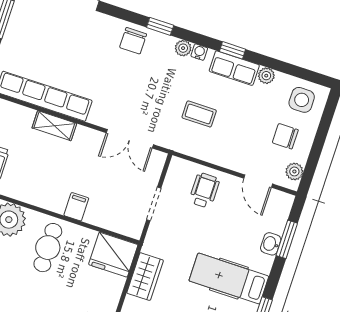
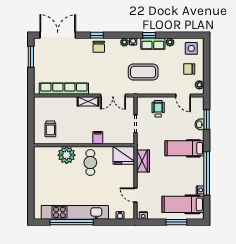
window: (160, 26) -> (97, 35), moved
coffee table: (199, 114) -> (143, 72), width x1.86, depth x1.72
shelving: (54, 126) -> (88, 101), moved

